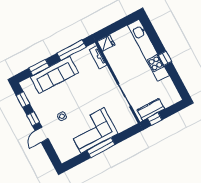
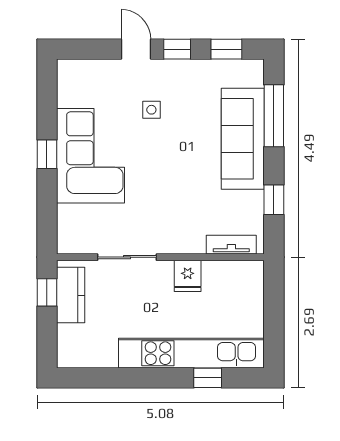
fridge: (106, 43) -> (188, 276), moved
window: (72, 50) -> (274, 200), width x0.46
window: (165, 58) -> (208, 378), moved
window: (39, 67) -> (274, 116), width x1.44
window: (101, 148) -> (47, 154), width x0.46

